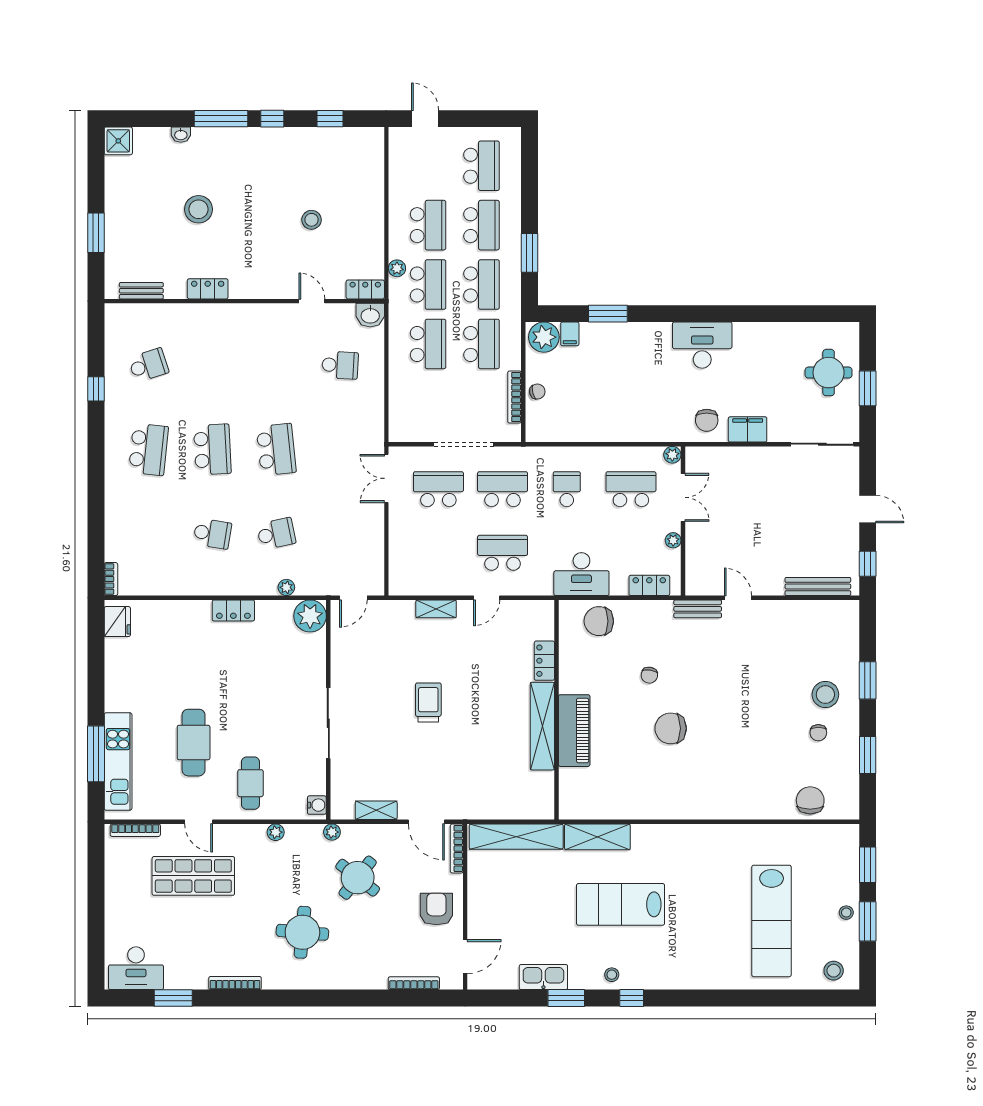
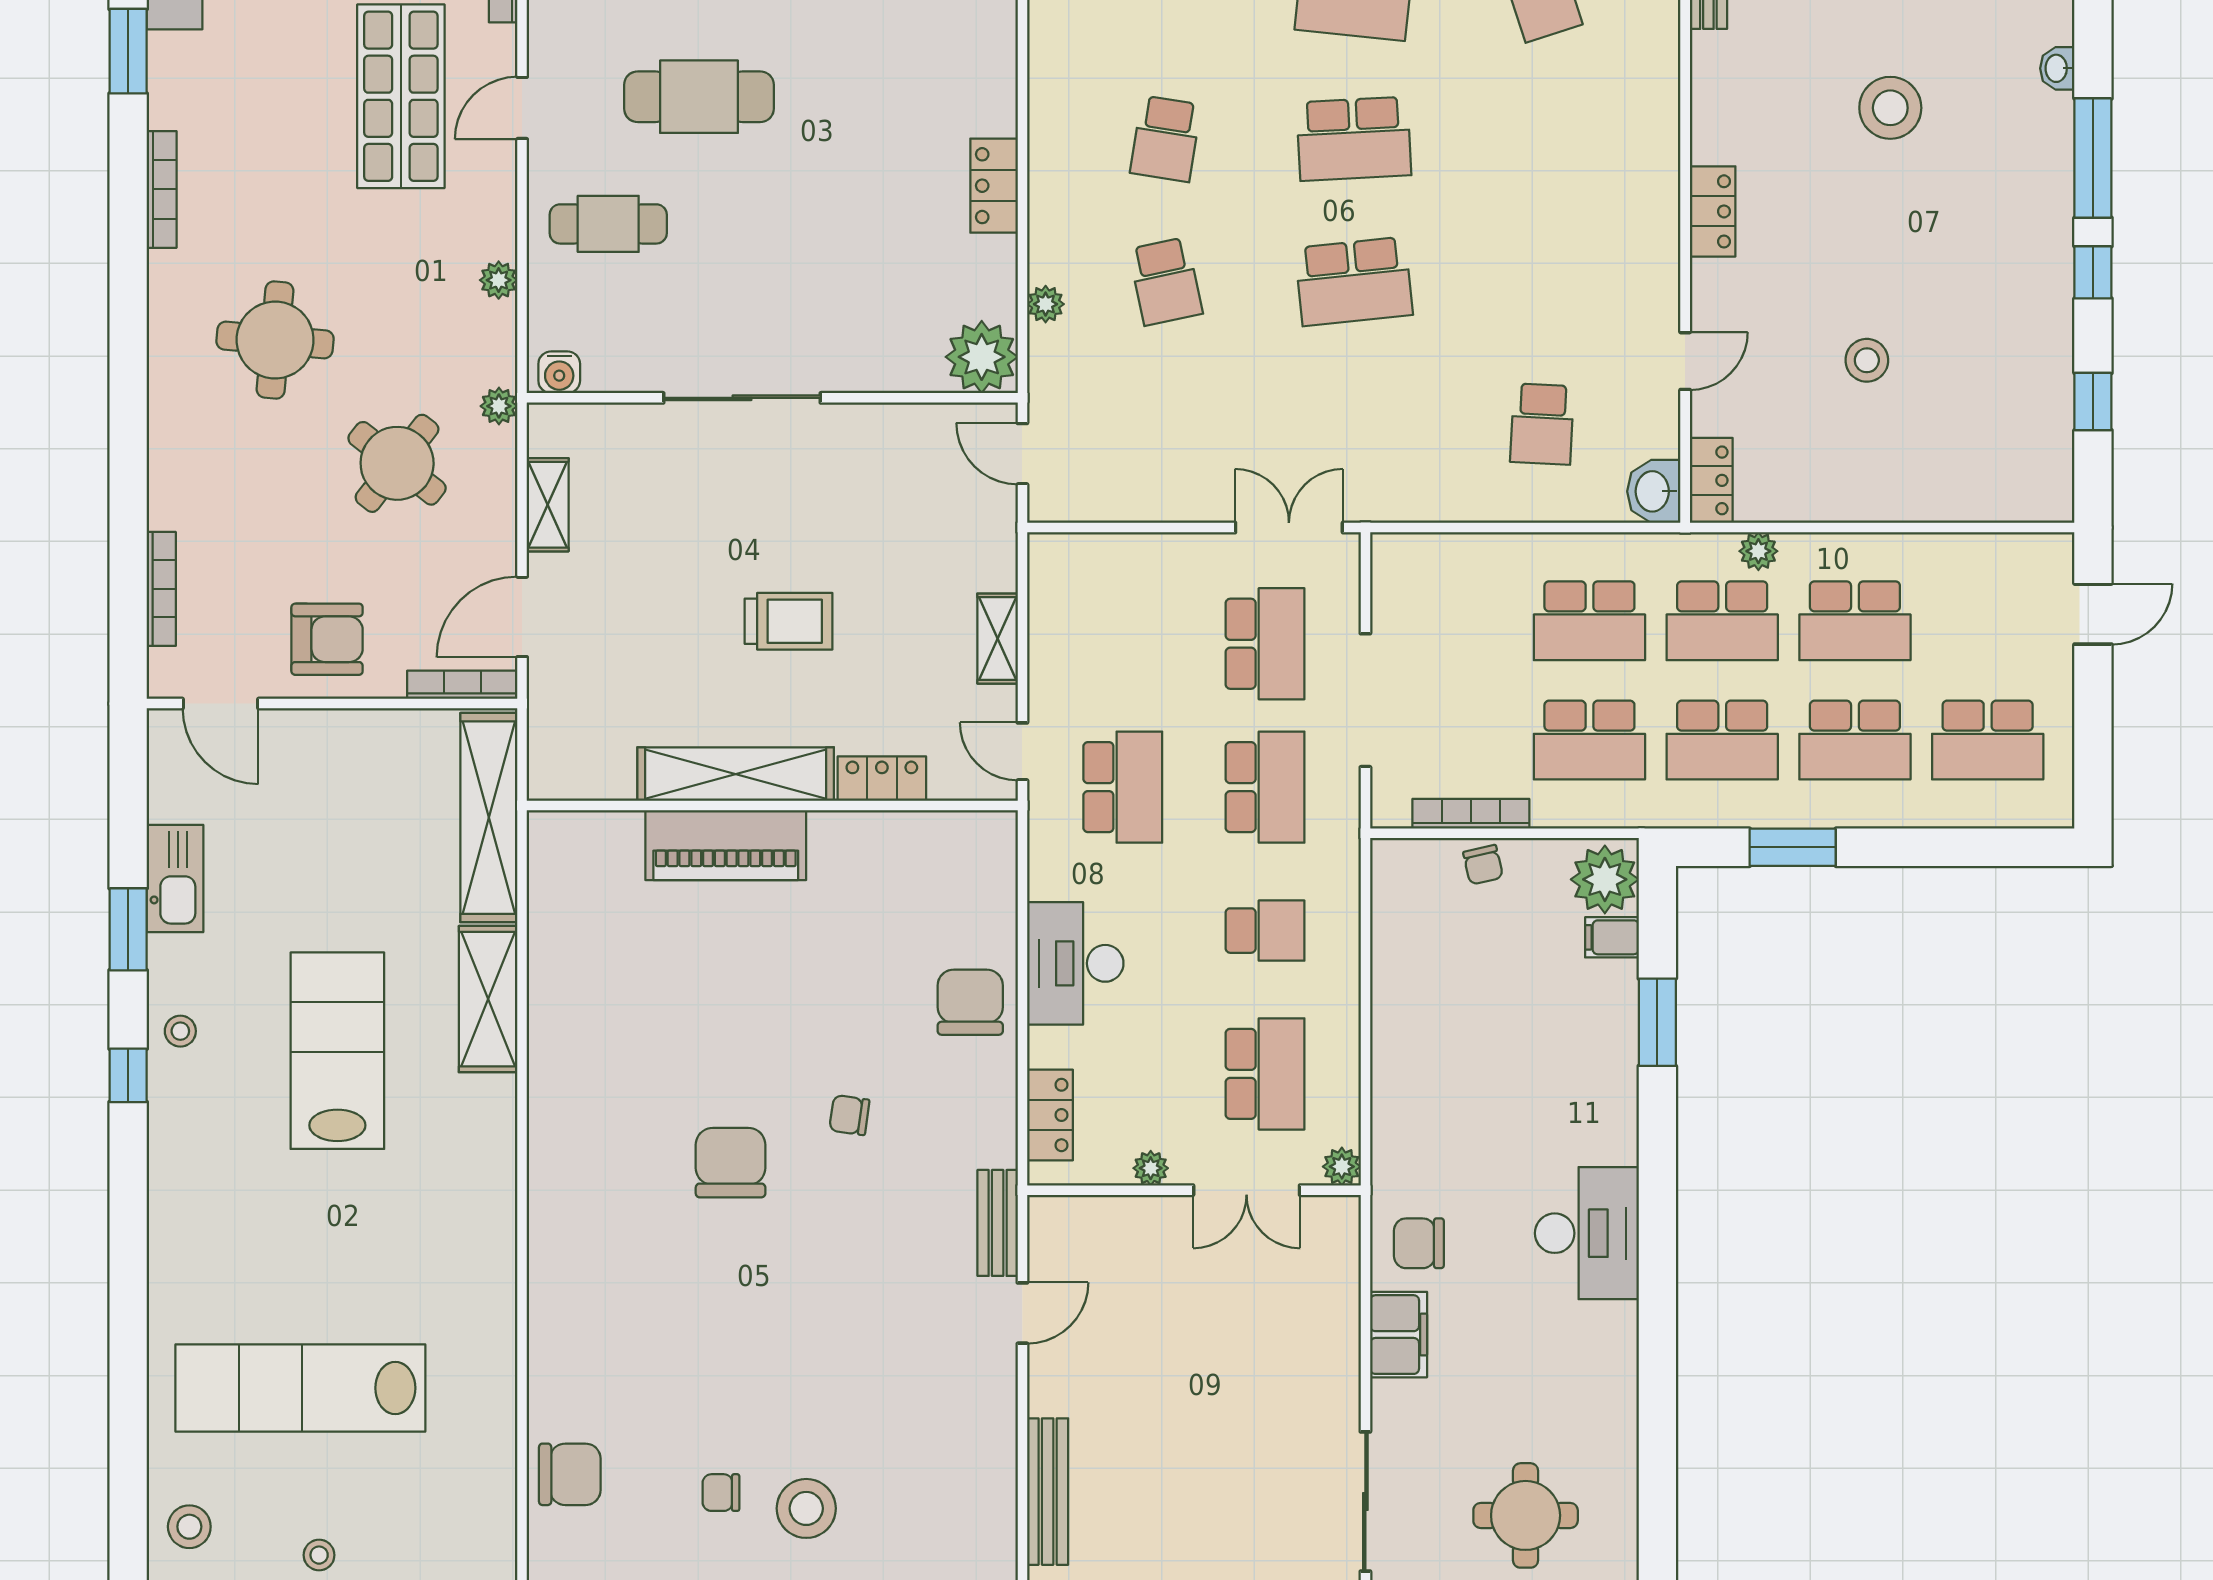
locker: (208, 289) -> (1713, 211), moved
locker: (544, 661) -> (882, 779), moved
wall: (556, 710) -> (772, 806), moved
shelving: (542, 726) -> (736, 774), moved
piano: (574, 731) -> (726, 845), moved

